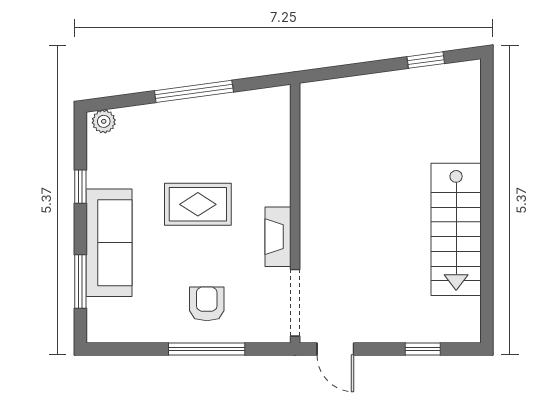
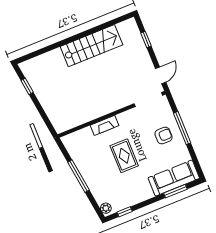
window: (80, 187) -> (125, 212), moved
fireplace: (278, 237) -> (105, 125), moved
sofa: (109, 243) -> (174, 178), moved
armchair: (207, 304) -> (164, 136), turned 180

